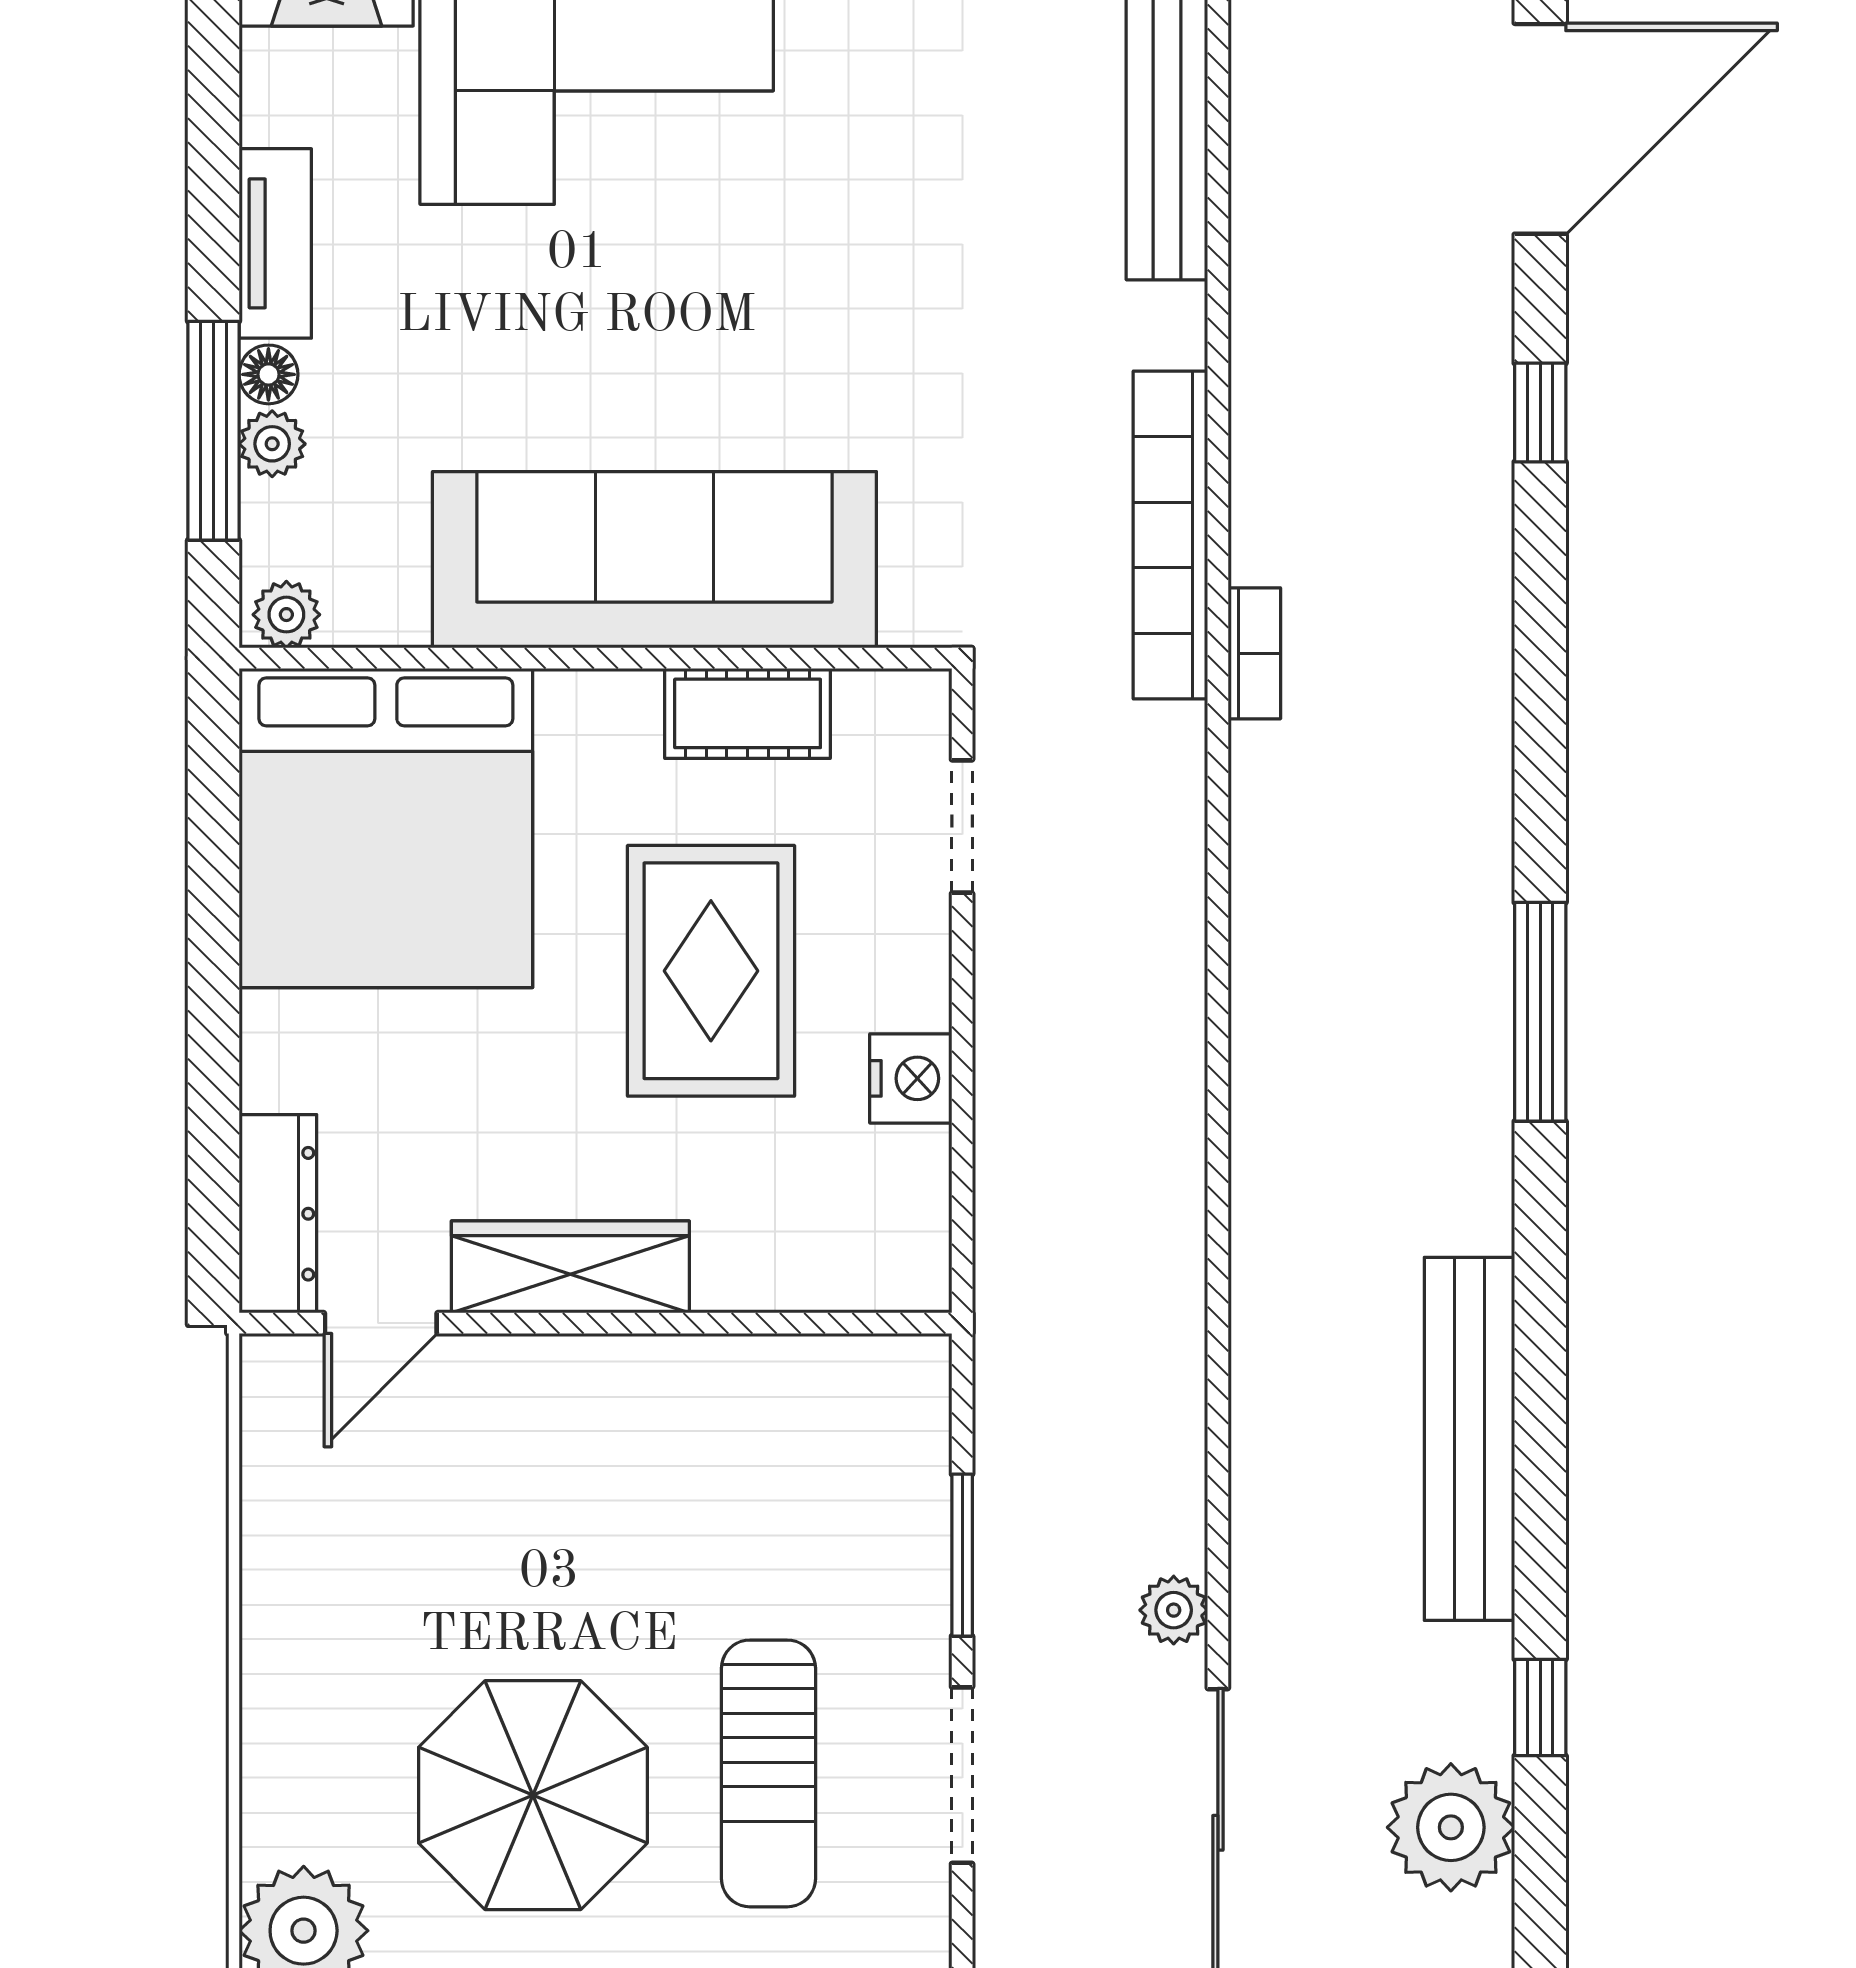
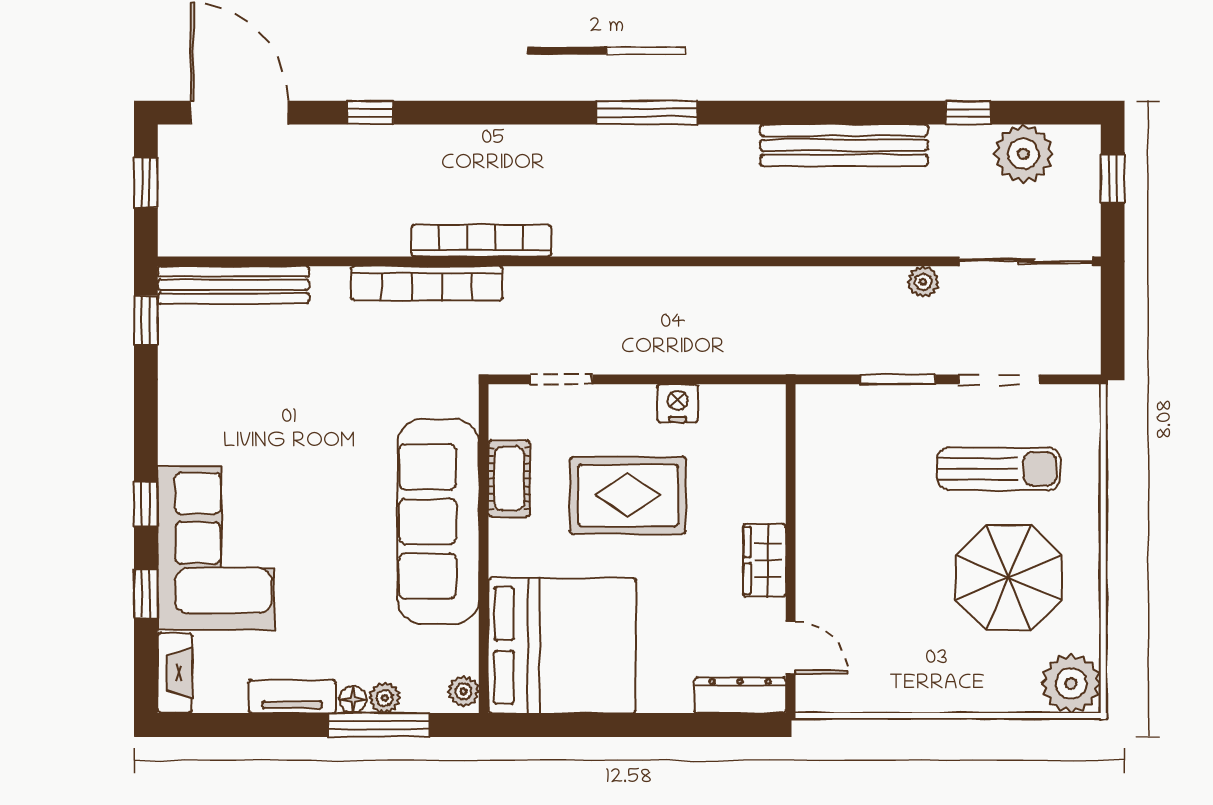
bookcase: (1254, 653) -> (481, 241), width x2.31, depth x1.31
wardrobe: (570, 1267) -> (765, 560), width x0.67

